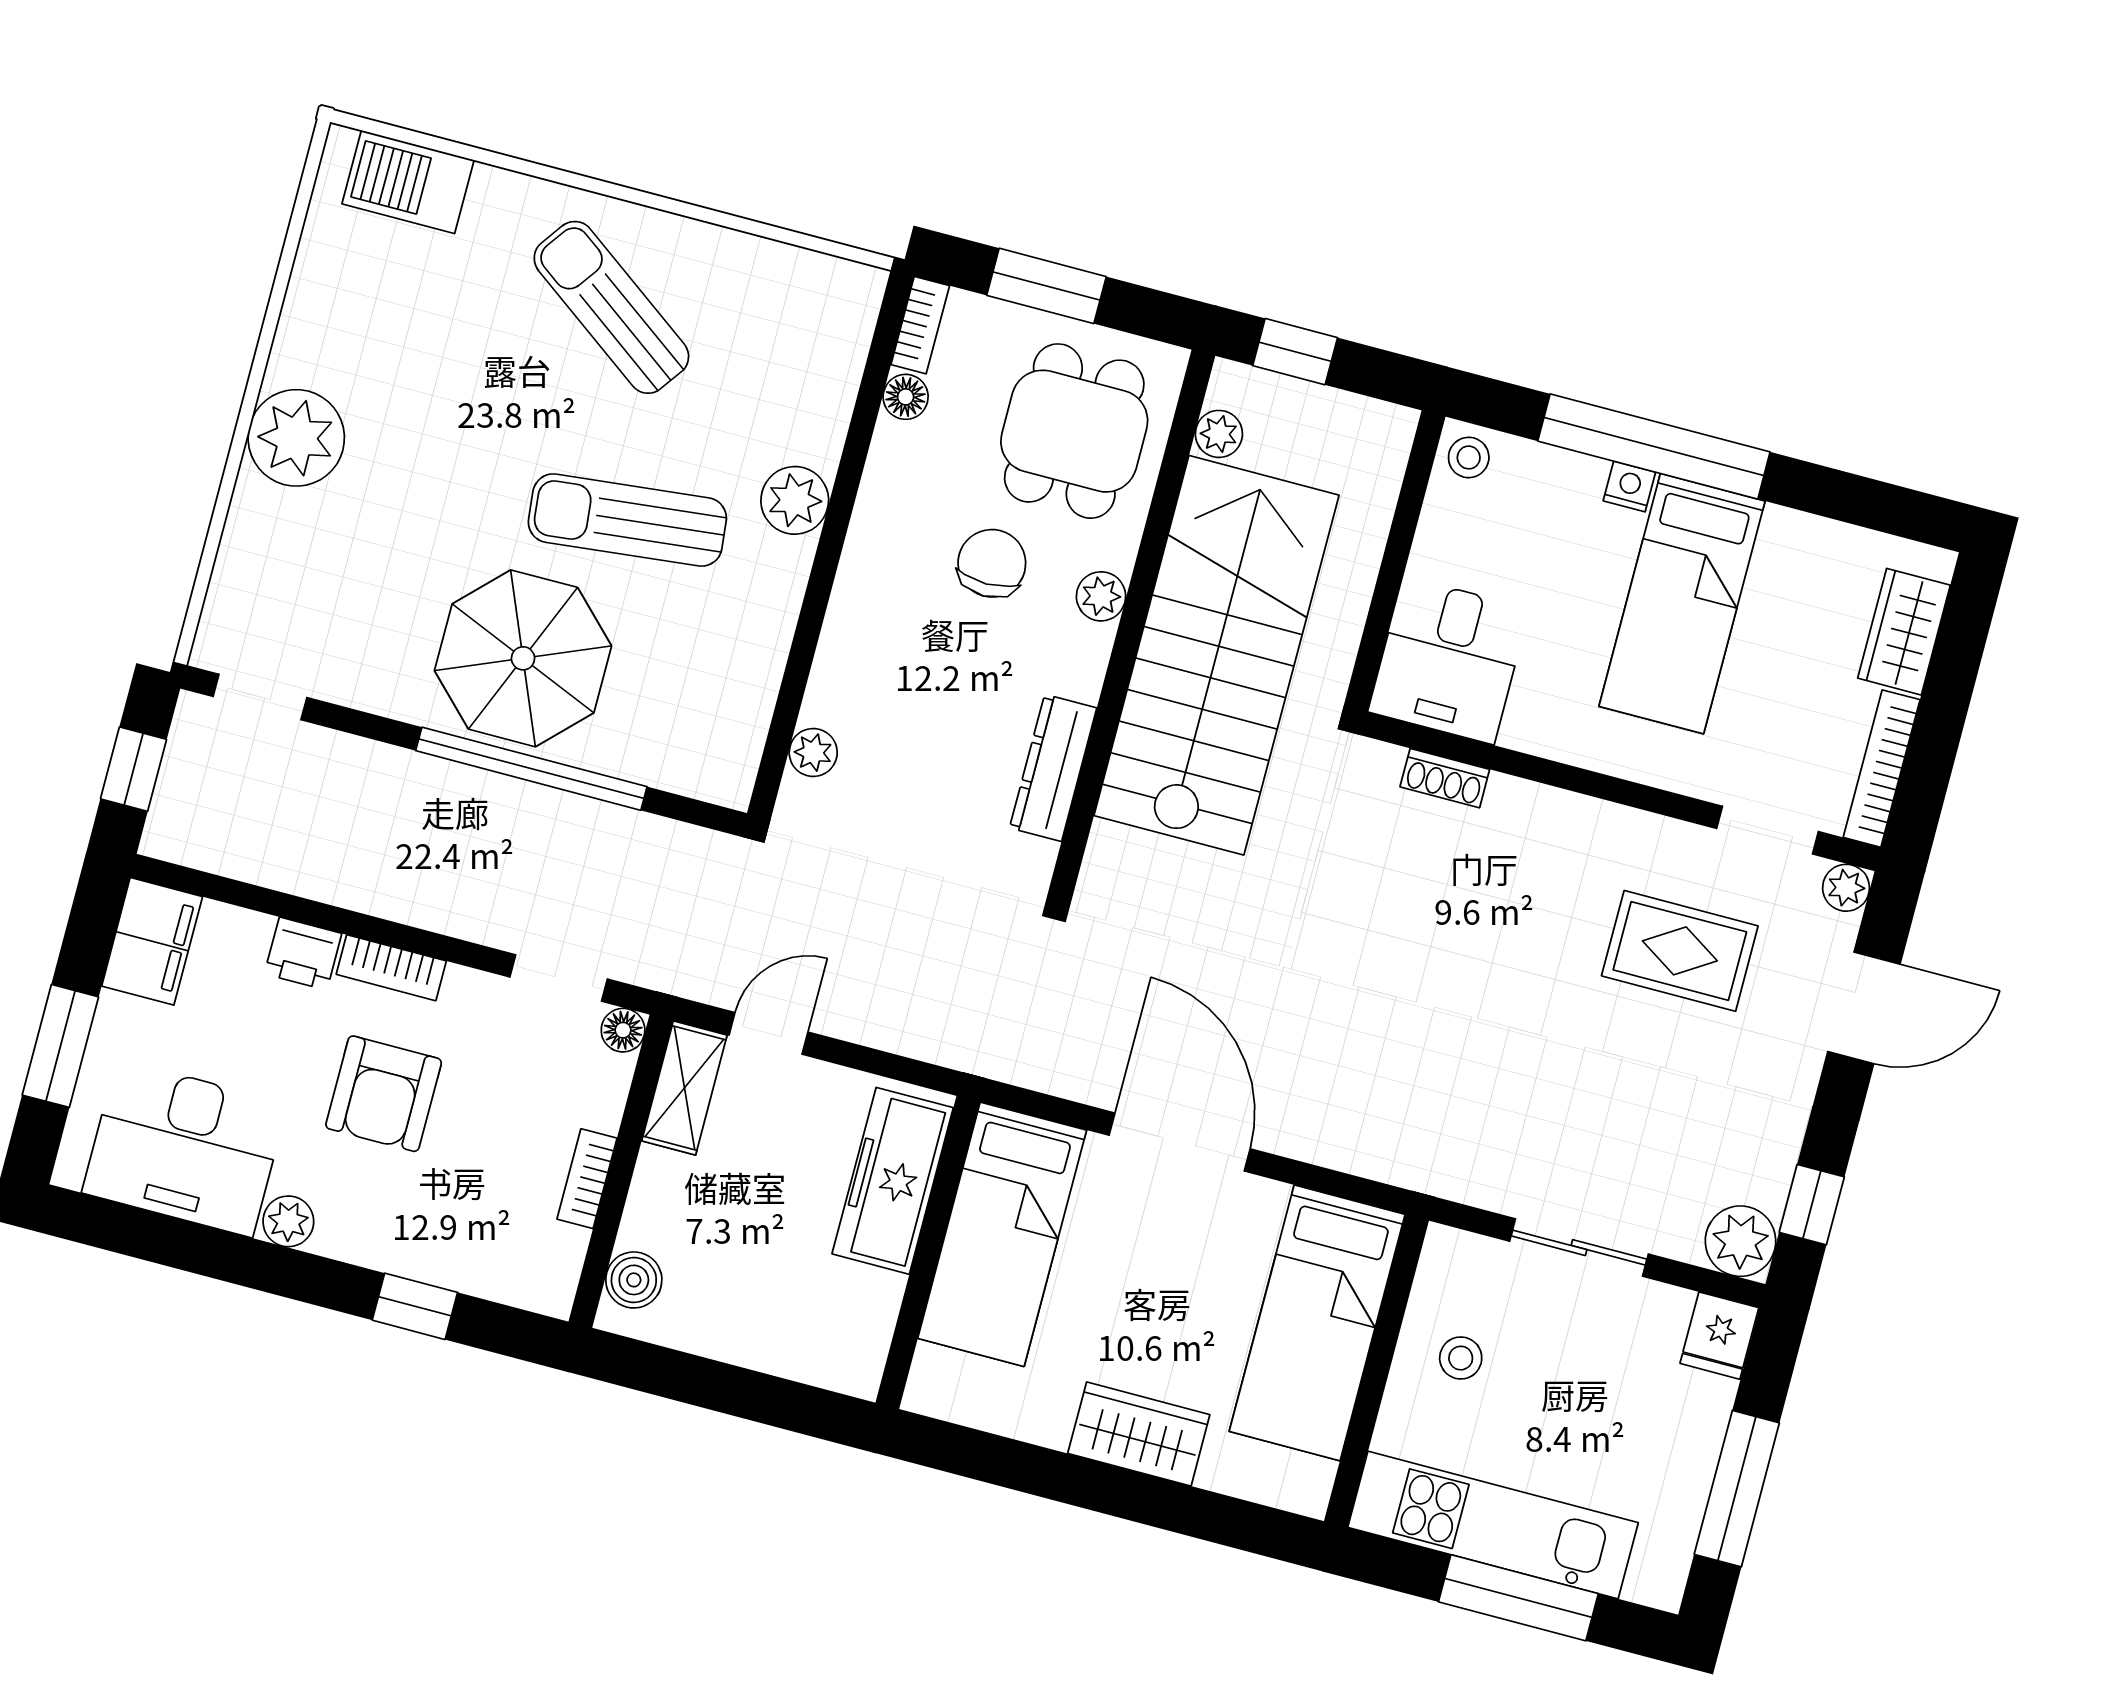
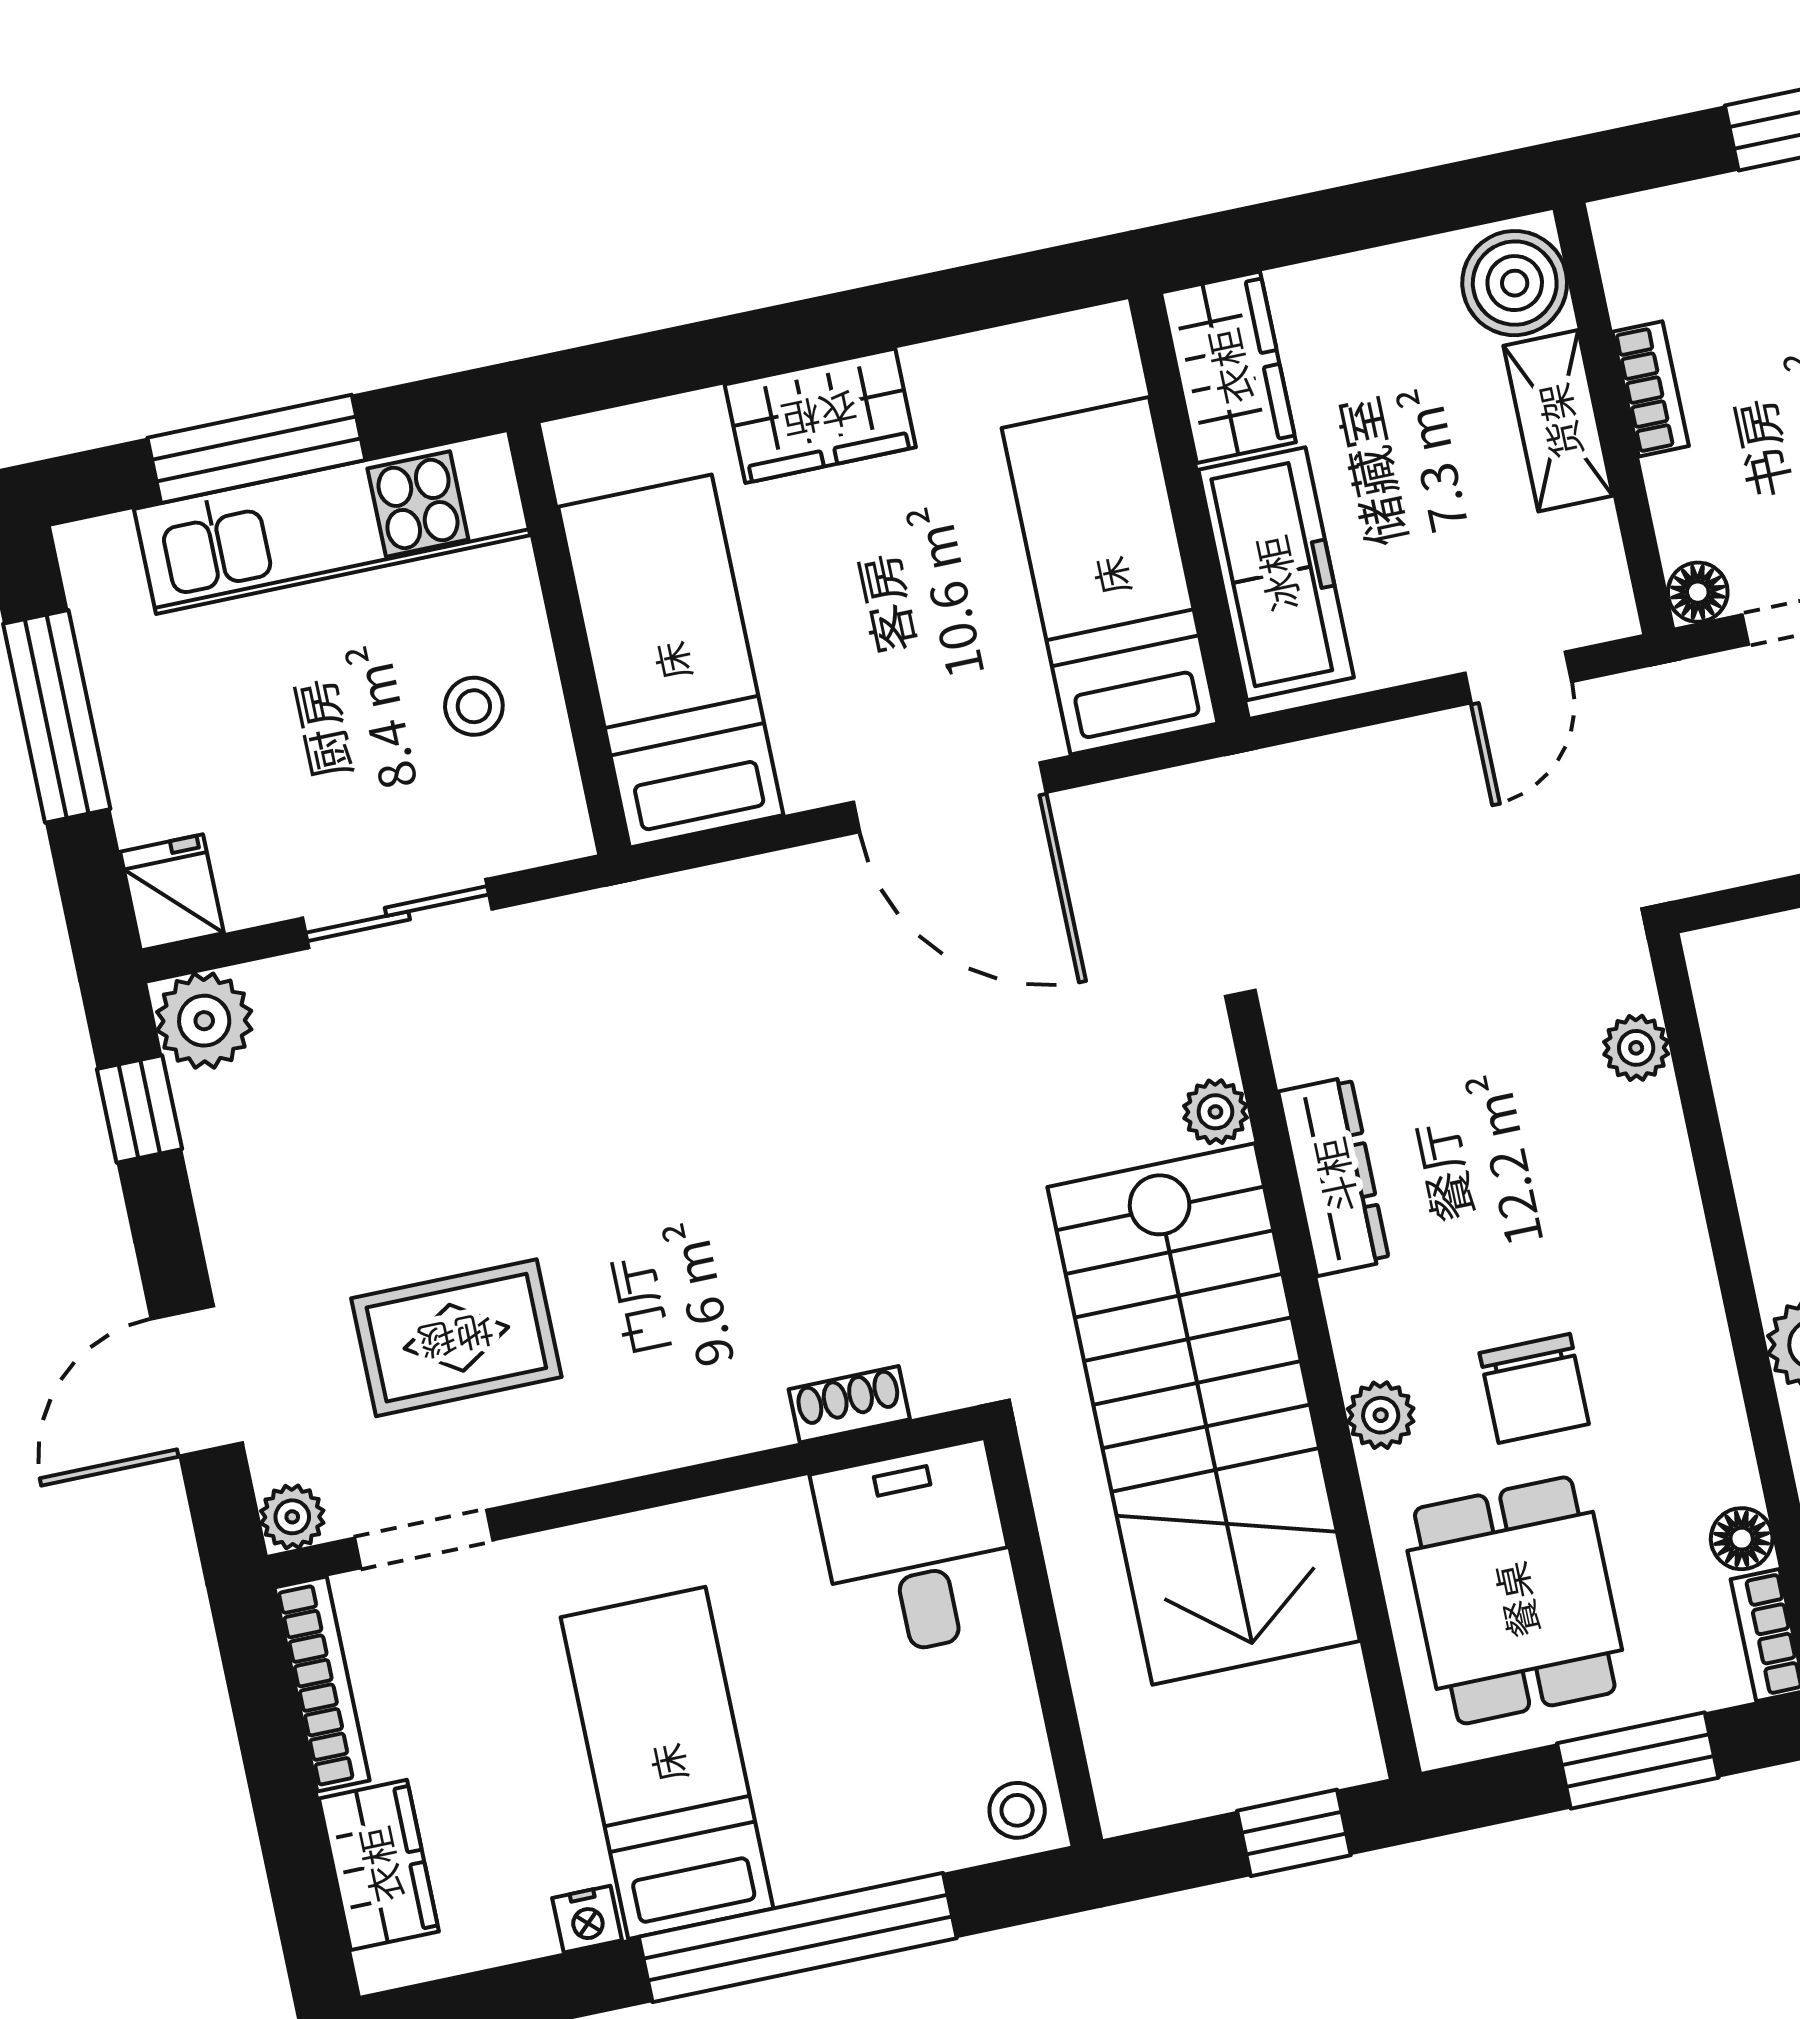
plant: (1219, 434) -> (1215, 1112), moved
nightstand: (1629, 486) -> (587, 1919), moved
shelving: (684, 1088) -> (1558, 421), moved
boiler: (634, 1280) -> (1515, 283), width x1.36, depth x1.36
wardrobe: (856, 1331) -> (1228, 367), added

